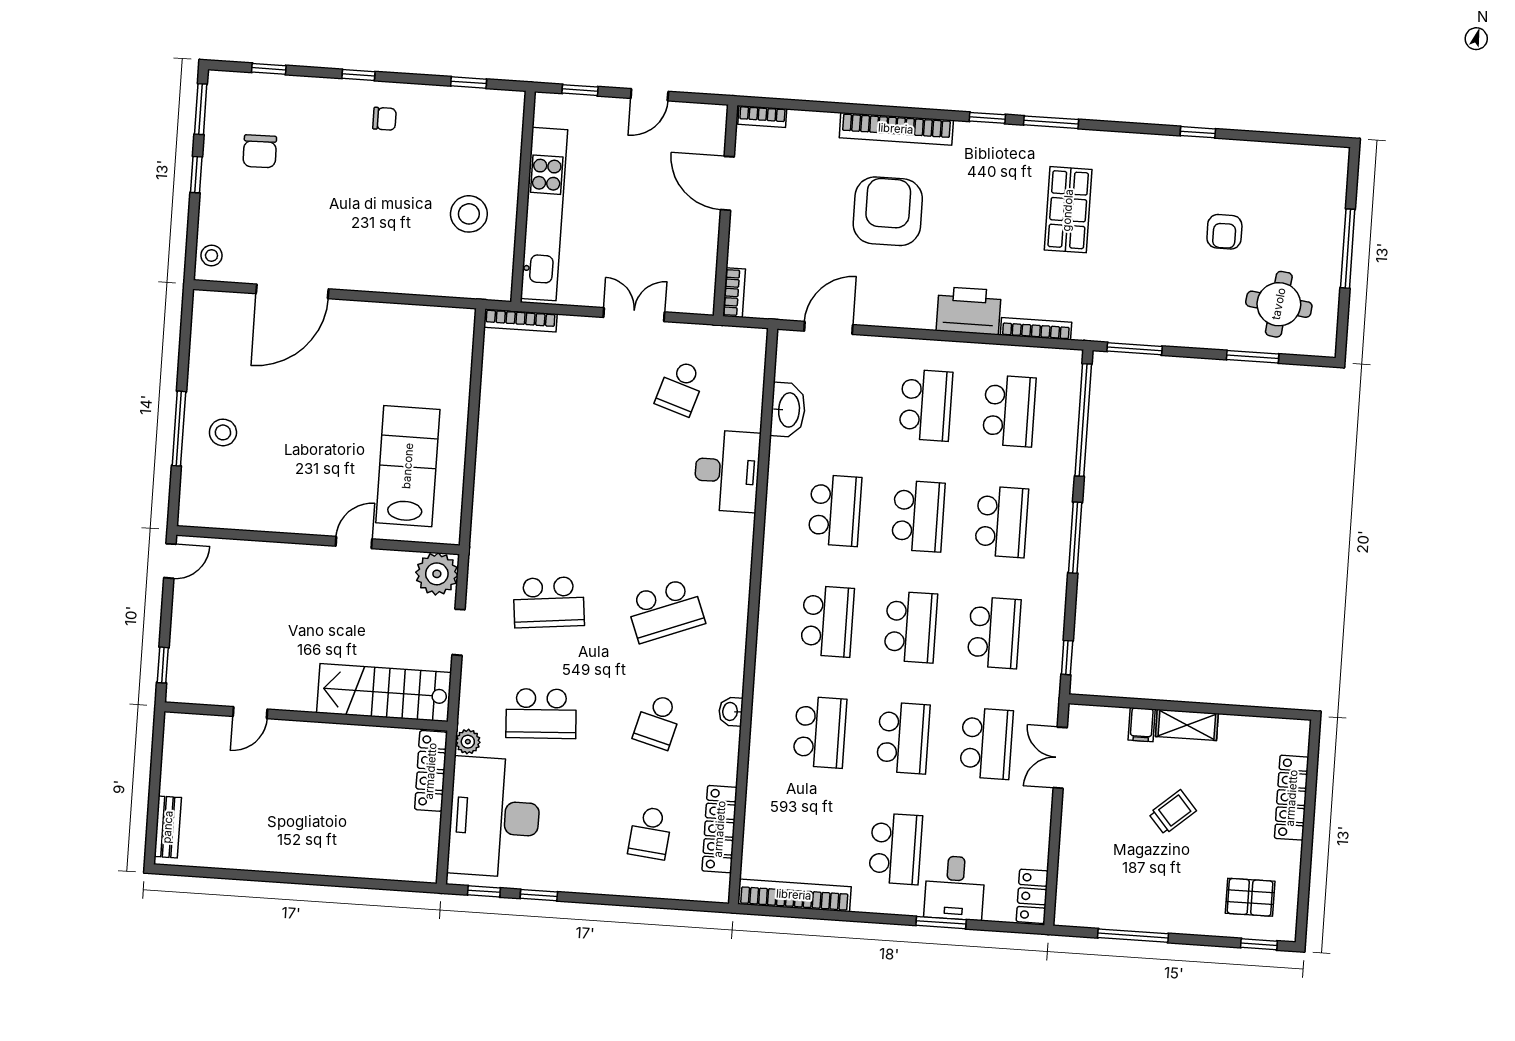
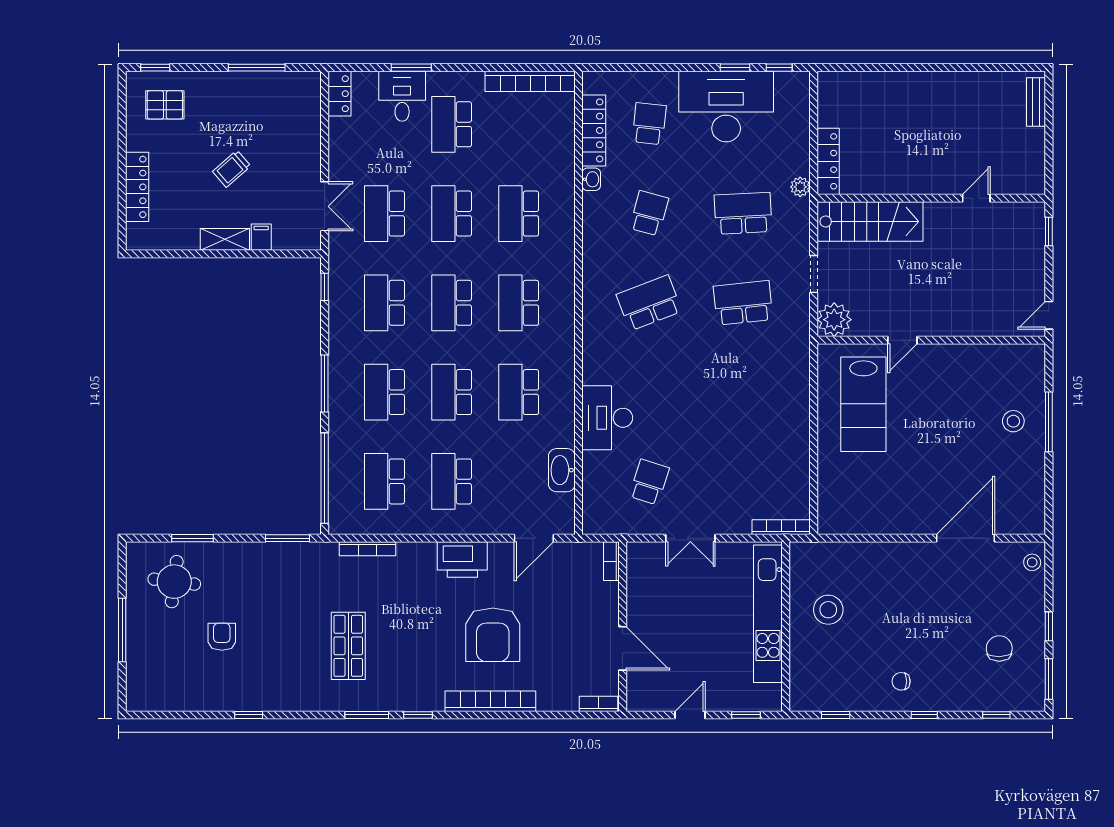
printer: (969, 311) -> (462, 559), moved
washbasin: (731, 712) -> (591, 179), moved
desk: (494, 817) -> (726, 107), moved, turned -90

